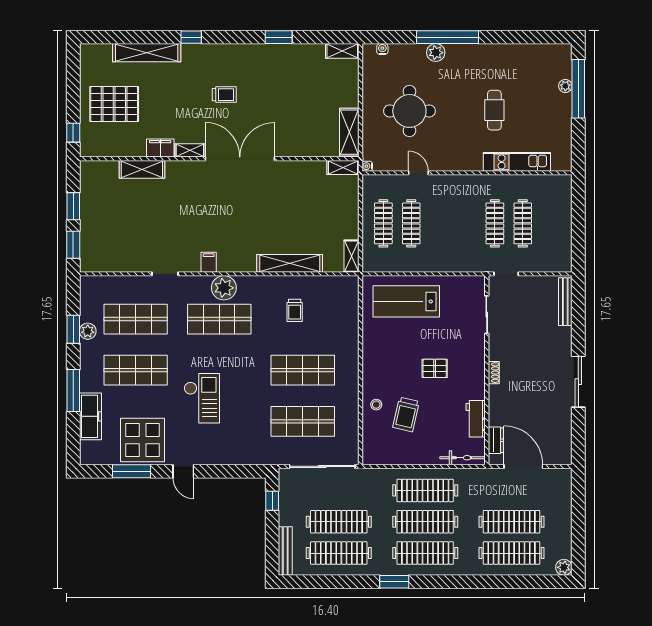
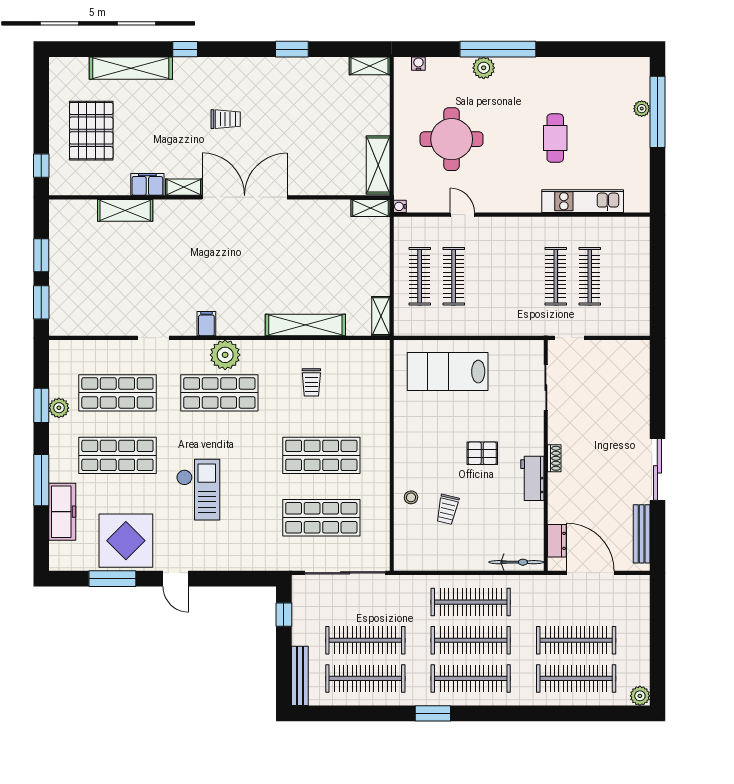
pallet: (114, 104) -> (91, 131), turned 90
bench: (565, 302) -> (642, 534), moved
trolley: (406, 414) -> (447, 509), width x0.73, depth x0.72
workbench: (476, 419) -> (532, 478), moved

